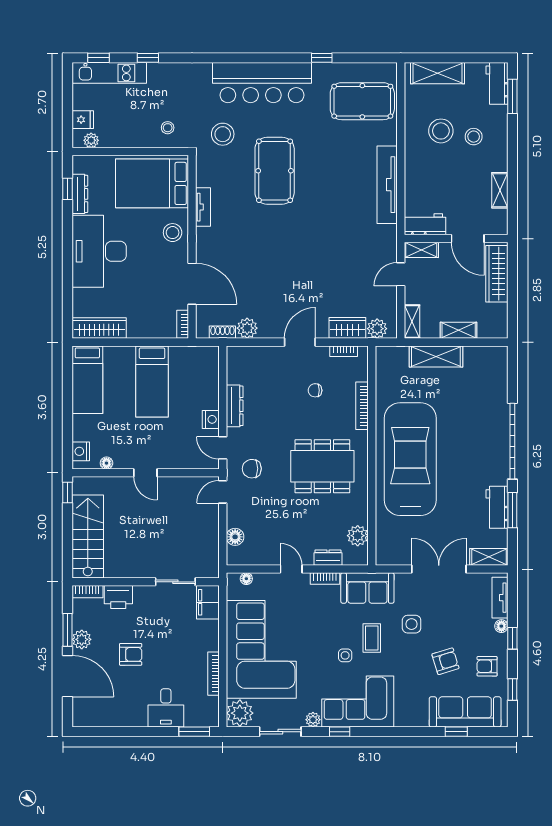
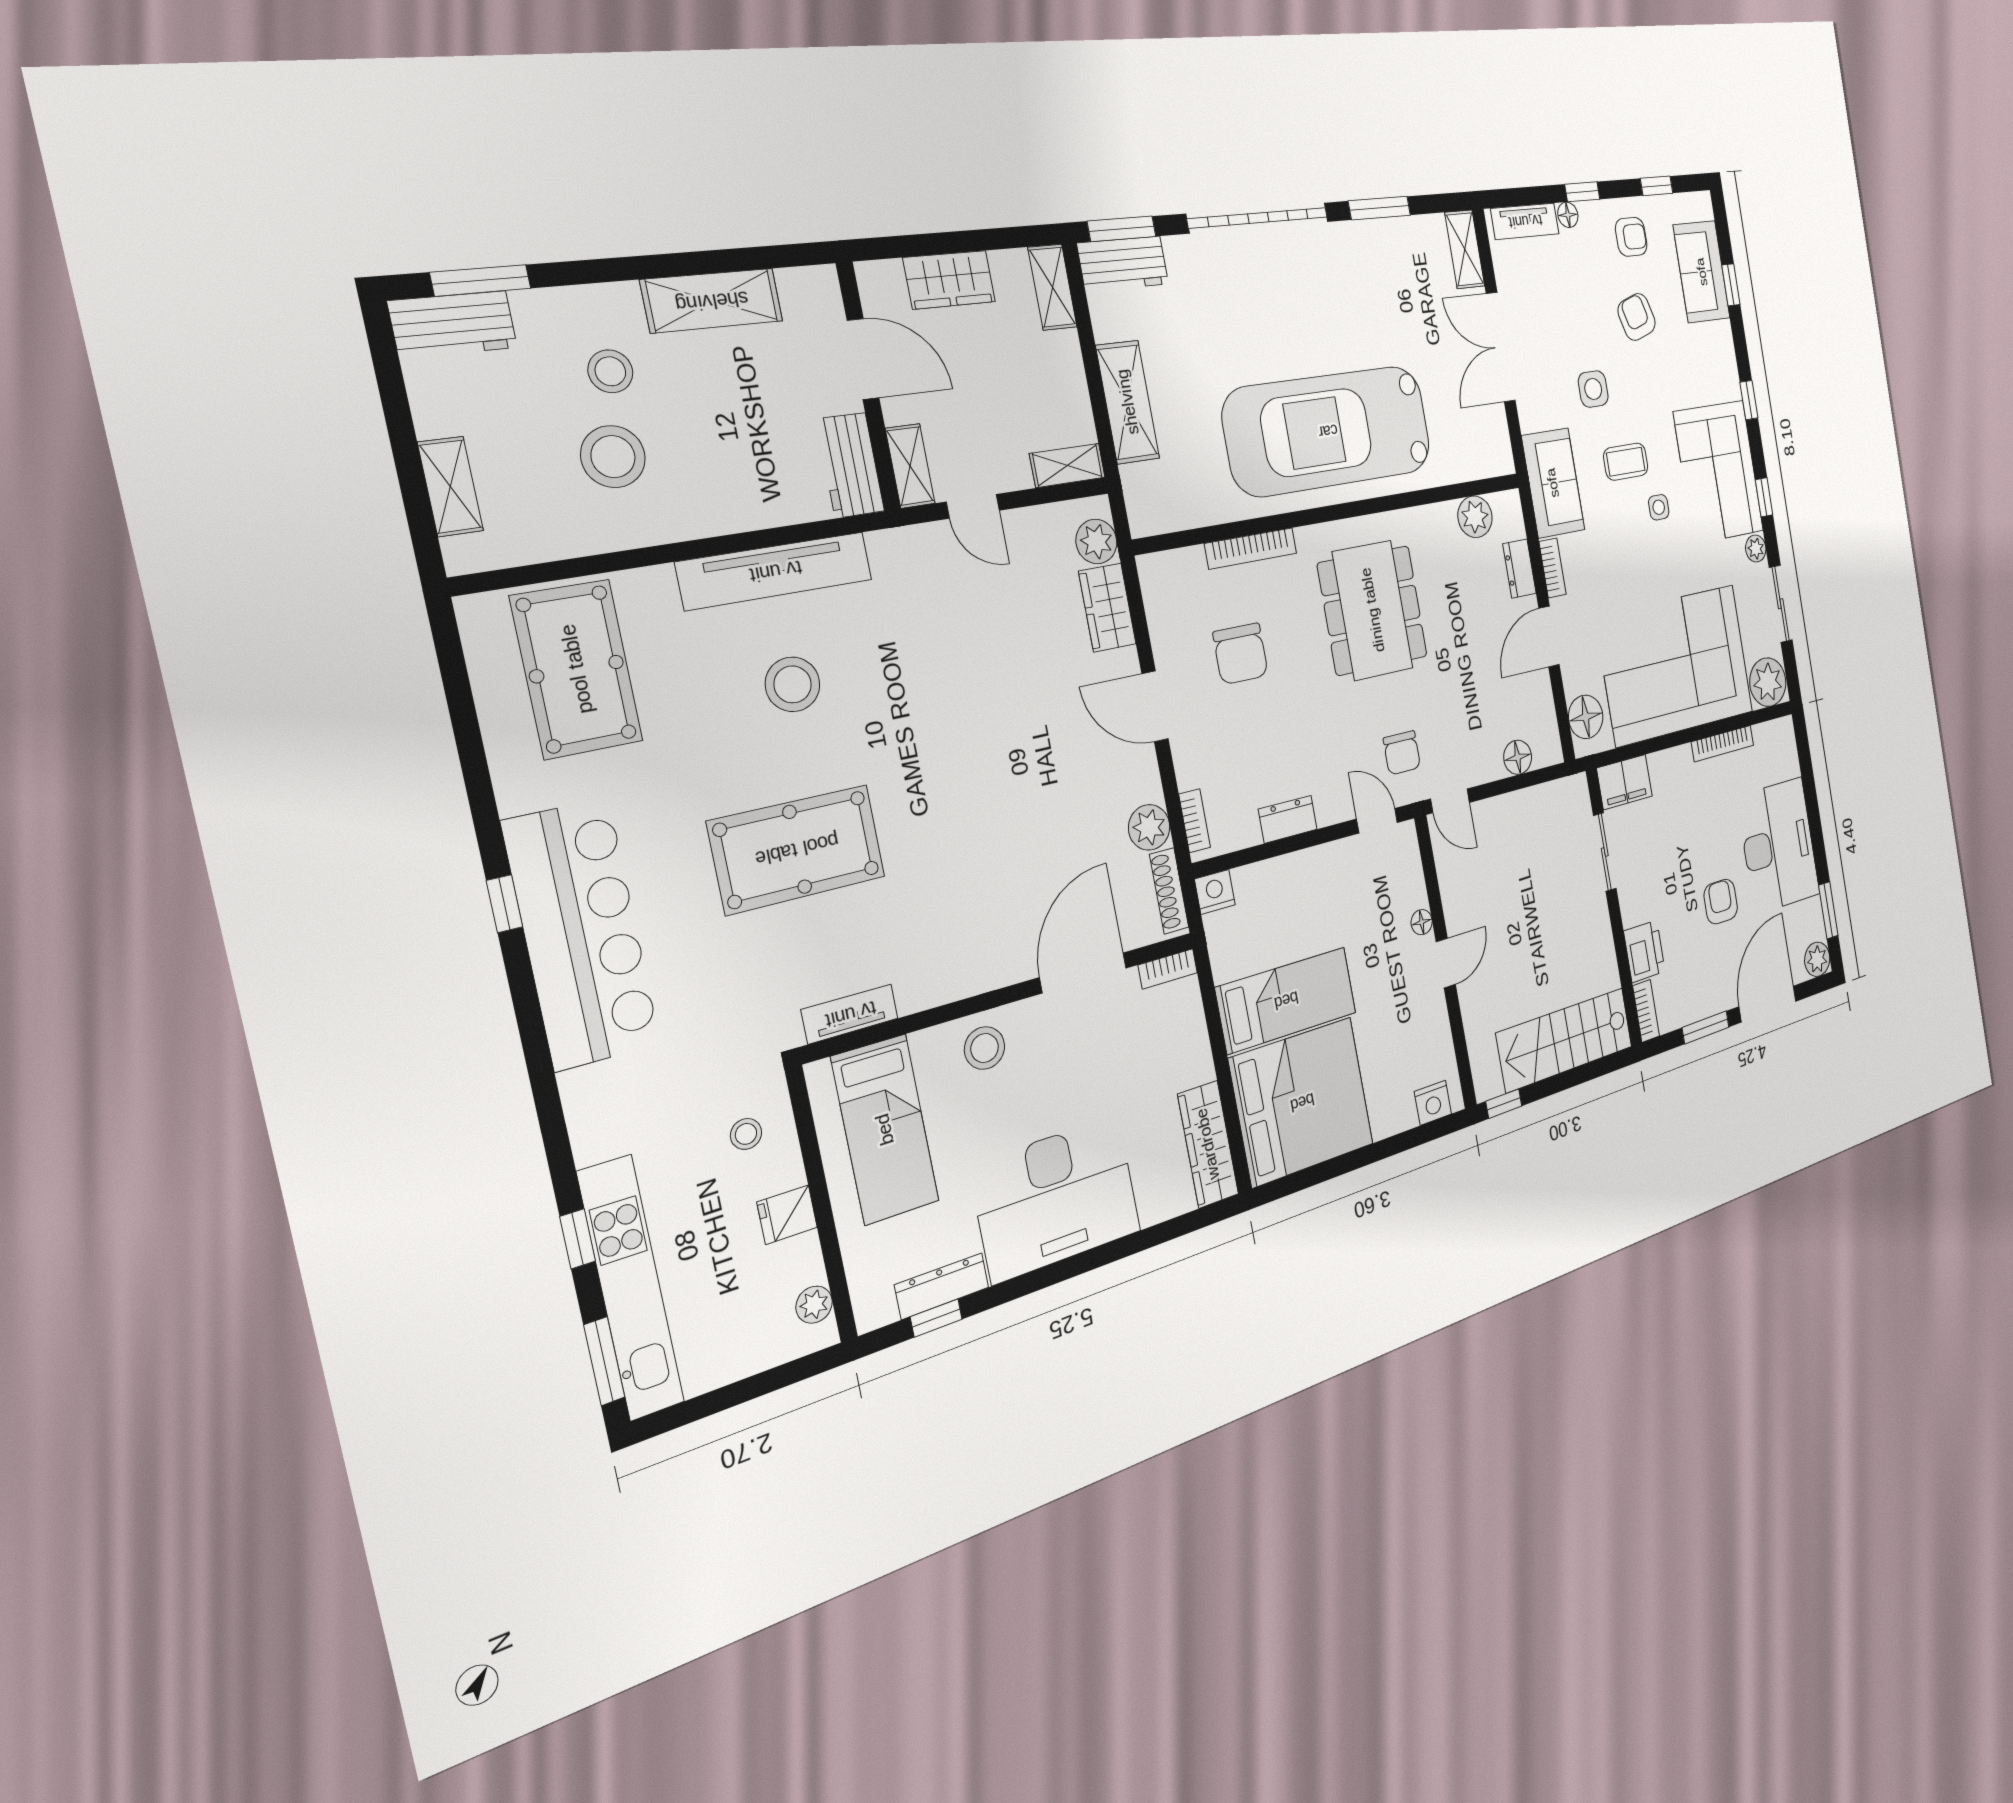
window: (98, 58) -> (604, 1361), width x1.50
window: (322, 58) -> (504, 904), moved
kitchen unit: (109, 73) -> (631, 1288), width x1.36
shelving: (438, 73) -> (450, 487), width x0.67, depth x0.75
fridge: (83, 120) -> (787, 1215), moved, turned -90
stool: (223, 134) -> (793, 684), moved
bed: (152, 183) -> (885, 1129), width x0.67
shelving: (500, 190) -> (712, 301), width x1.50, depth x1.33
tv unit: (203, 207) -> (850, 1014), moved
door: (468, 239) -> (863, 359), hinge flipped
wardrobe: (497, 274) -> (949, 280), width x0.67
shelving: (459, 330) -> (1052, 287), moved
shoe rack: (222, 332) -> (1169, 891), width x1.43
bookcase: (344, 351) -> (1195, 821), moved
window: (512, 369) -> (1122, 229), added
bed: (87, 380) -> (1302, 1102), width x2.04
chair: (315, 390) -> (1241, 654), width x1.87, depth x1.87
dresser: (235, 406) -> (1288, 819), width x0.70
nightstand: (211, 419) -> (1215, 892), moved
door: (223, 448) -> (1377, 821), swing flipped
floor lamp: (106, 463) -> (1422, 922), moved
workbench: (497, 507) -> (1123, 264), moved
door: (291, 569) -> (1549, 637), width x1.38
floor lamp: (246, 579) -> (1586, 717), width x1.89, depth x1.89
plant: (82, 639) -> (1817, 959), moved
armchair: (487, 666) -> (1631, 237), turned -90
desk: (166, 708) -> (1778, 846), width x1.87, depth x1.30
sofa: (465, 712) -> (1702, 272), width x0.73
window: (194, 732) -> (1828, 910), moved
window: (393, 732) -> (1749, 400), added

